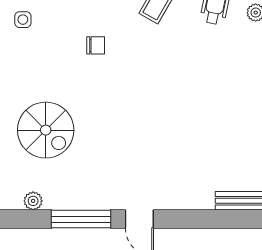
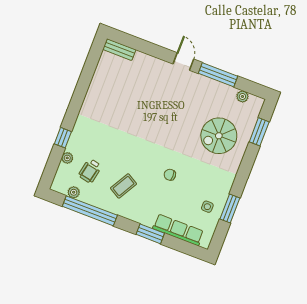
spiral stairs: (46, 130) -> (219, 136), turned -90

